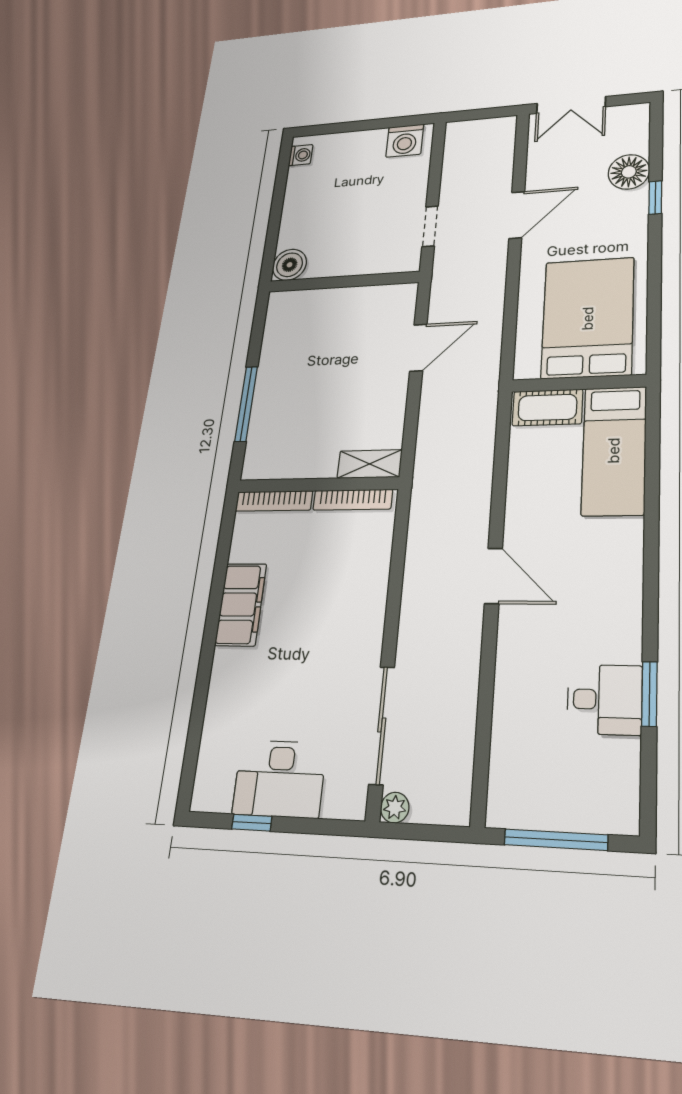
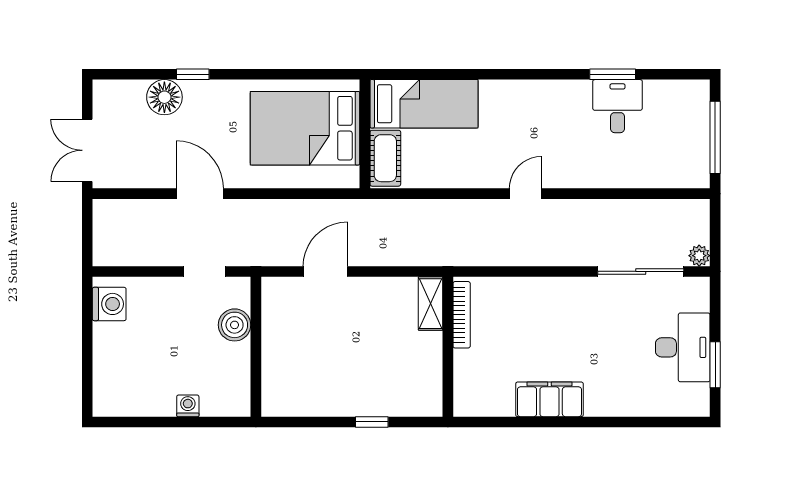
double door: (571, 105) -> (87, 150), swing flipped
washing machine: (301, 155) -> (188, 406), moved
boiler: (290, 265) -> (235, 325), moved
door: (418, 348) -> (325, 271), hinge flipped
window: (246, 404) -> (372, 422), width x0.46
bookcase: (274, 501) -> (462, 383), removed
door: (493, 576) -> (526, 194), width x0.73
window: (252, 823) -> (715, 365), width x1.50

